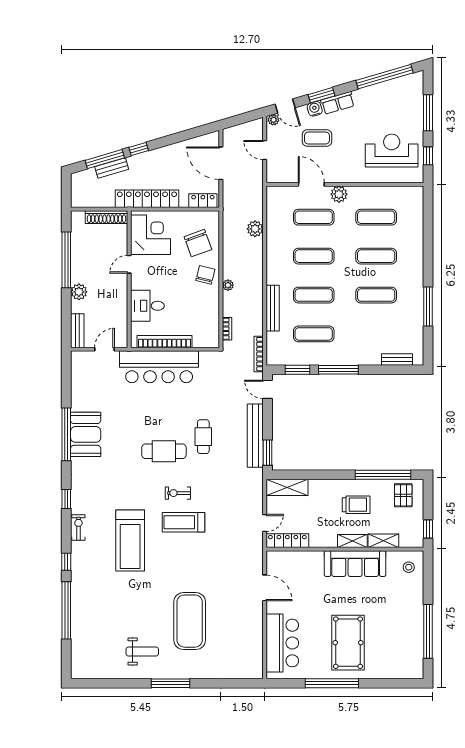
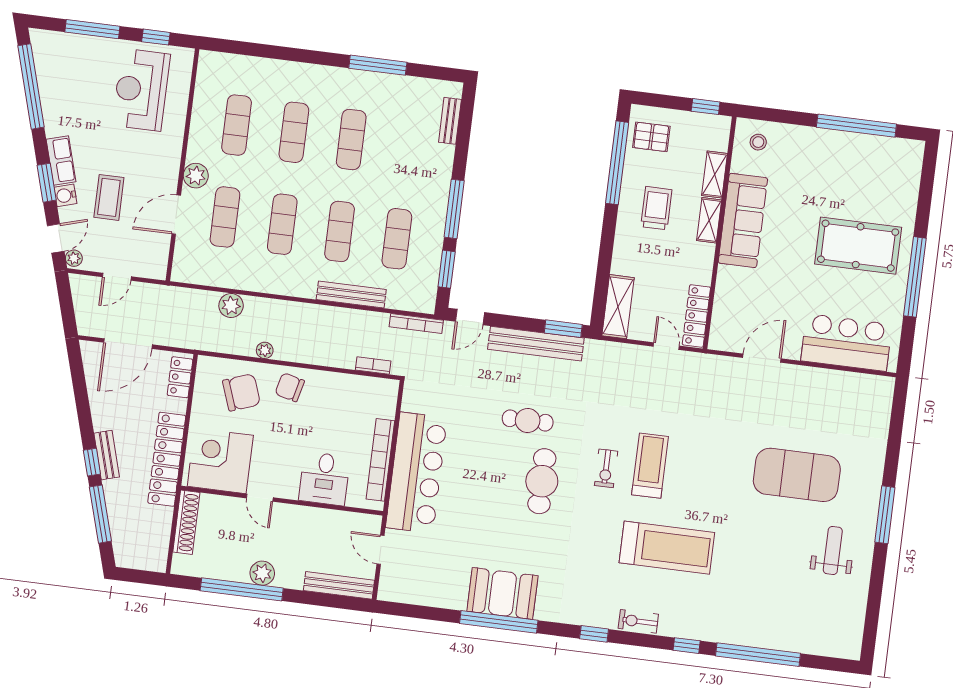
bench: (112, 168) -> (107, 455), moved
plant: (228, 285) -> (265, 350), moved
plant: (79, 292) -> (262, 573), moved
bench: (77, 331) -> (339, 585), width x1.36
treadmill: (183, 522) -> (650, 466), turned 180

